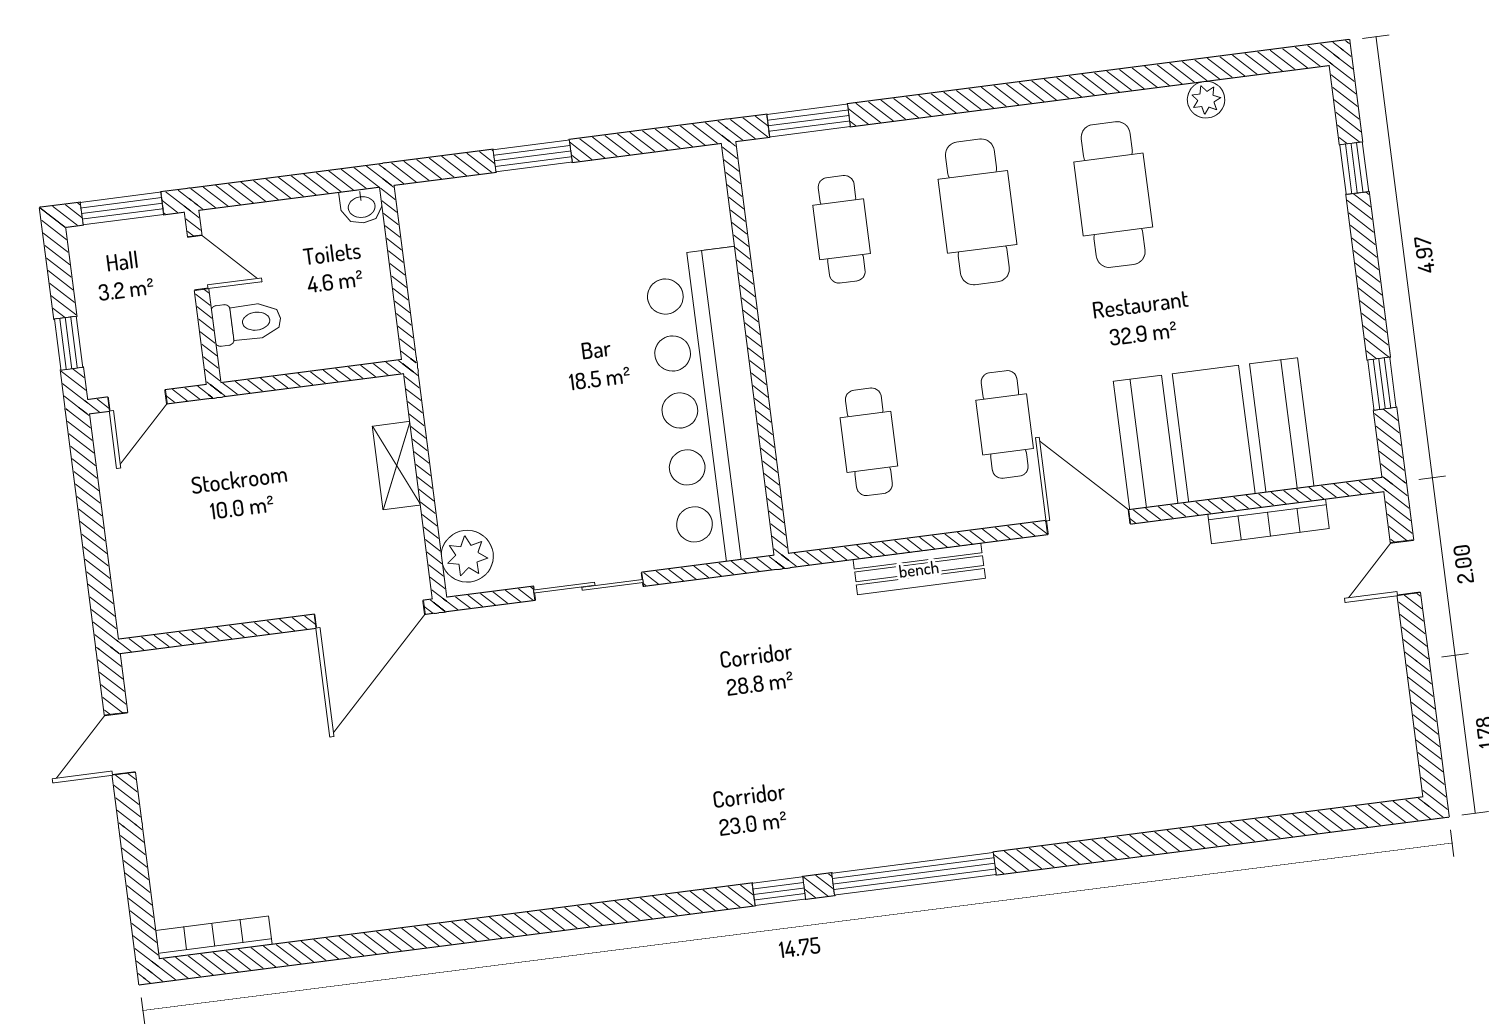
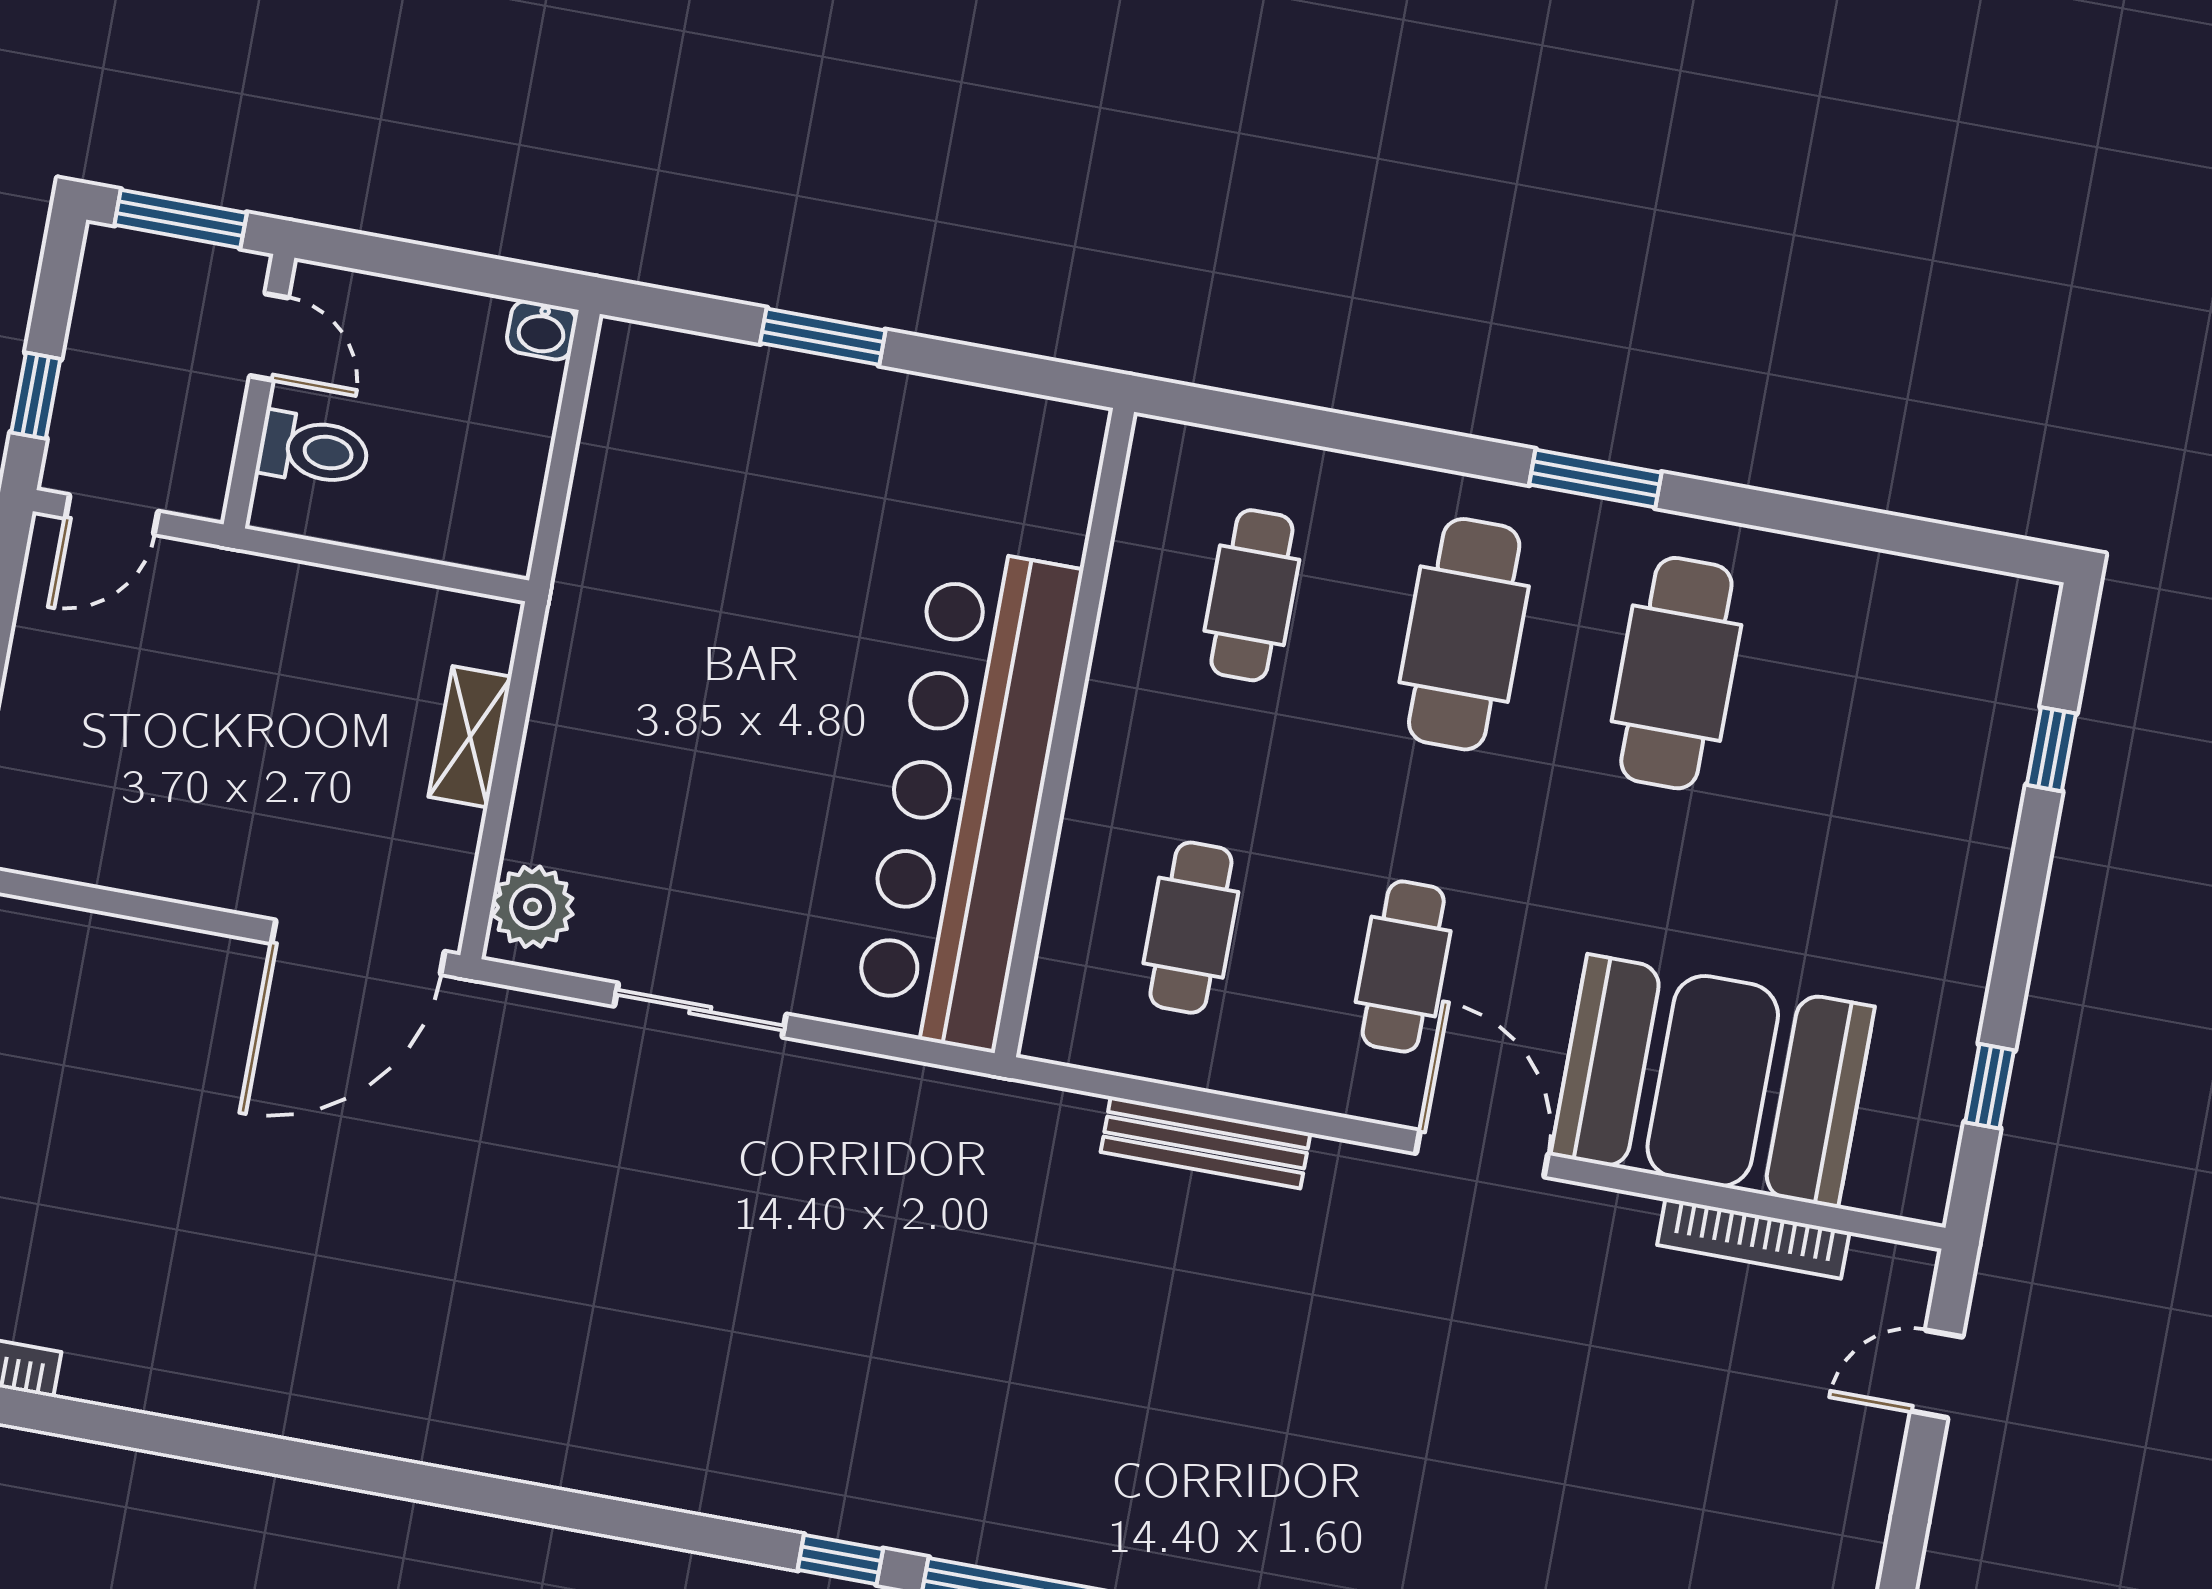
plant: (1206, 100) -> (1862, 575), removed
window: (809, 121) -> (1595, 479), moved

